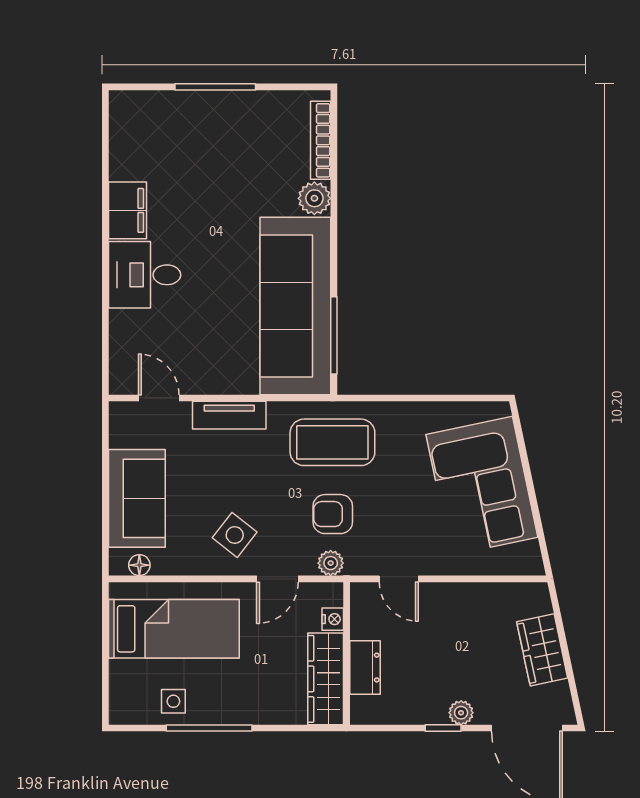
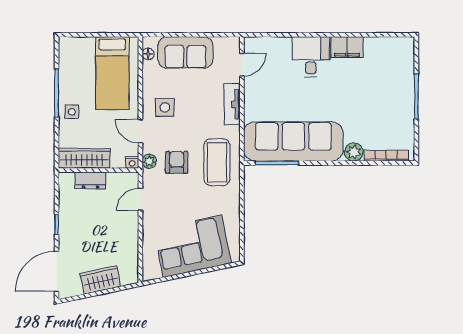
side table: (235, 535) -> (165, 107), turned -38
nightstand: (333, 619) -> (132, 162), moved
side table: (173, 701) -> (72, 112), moved
plant: (461, 713) -> (65, 234), removed

